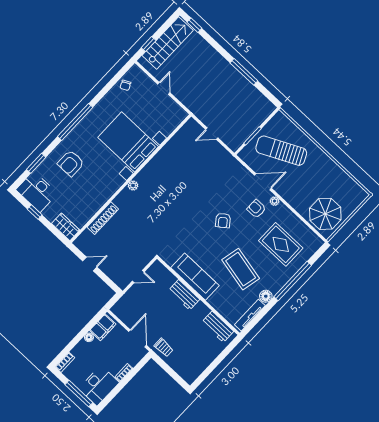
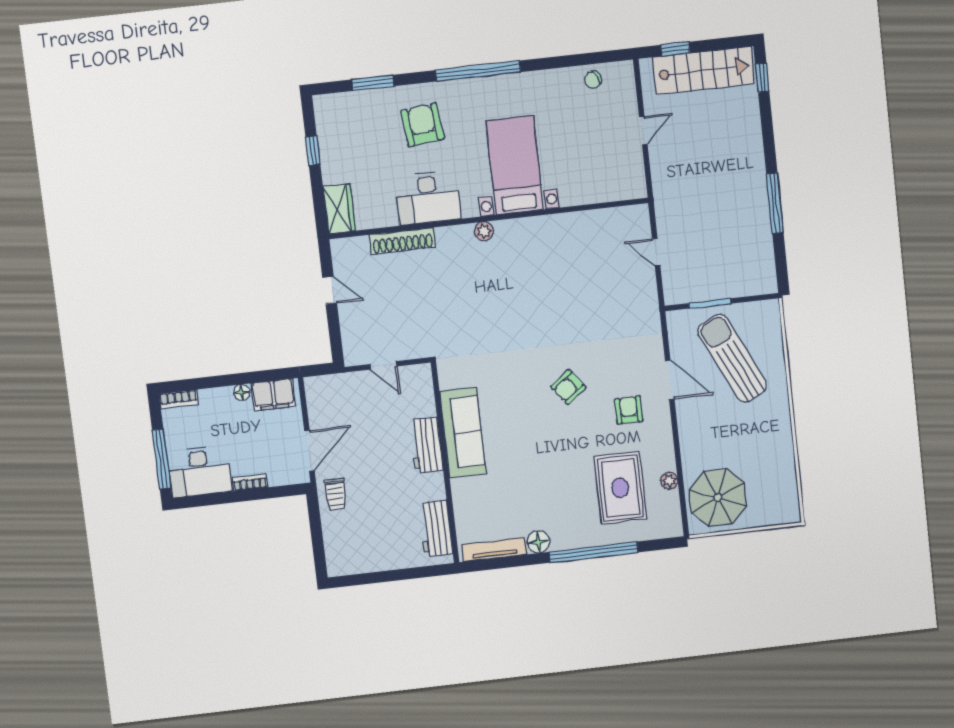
bed with nightstands: (128, 142) -> (515, 165), width x0.73
armchair: (71, 163) -> (422, 125), turned 84
desk: (37, 192) -> (428, 198), moved, turned -90
plant: (274, 201) -> (669, 481), moved
coffee table: (241, 269) -> (535, 475), removed

